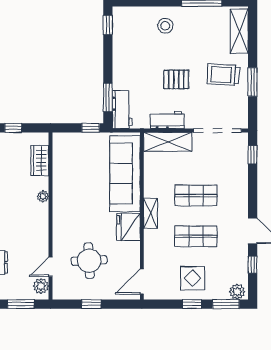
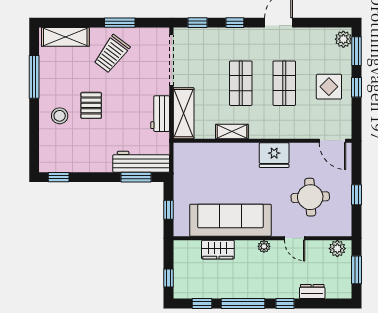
trolley: (223, 75) -> (112, 54), turned 33
pallet: (176, 79) -> (91, 105), moved
workbench: (122, 109) -> (141, 162), width x1.38
window: (91, 128) -> (168, 210), moved
wardrobe: (40, 161) -> (218, 250), moved
sofa: (125, 174) -> (230, 220), moved, turned 180
plant: (43, 196) -> (264, 246), moved
shelving: (151, 213) -> (232, 132), moved
window: (253, 265) -> (235, 23), moved
door: (51, 267) -> (295, 238), moved

